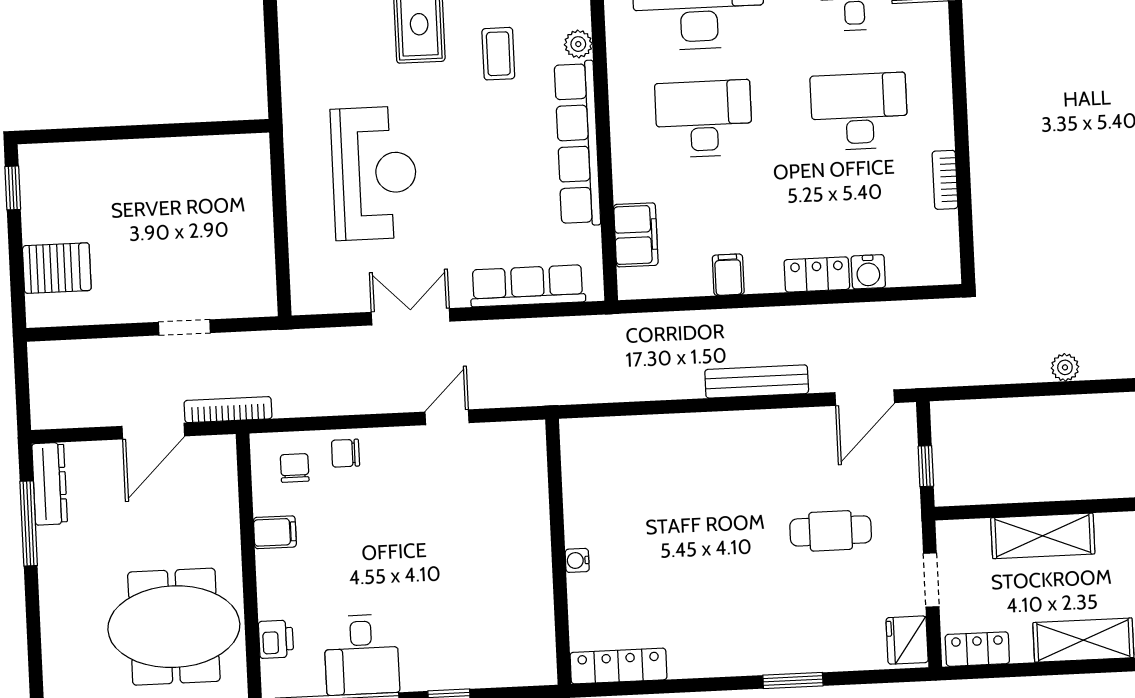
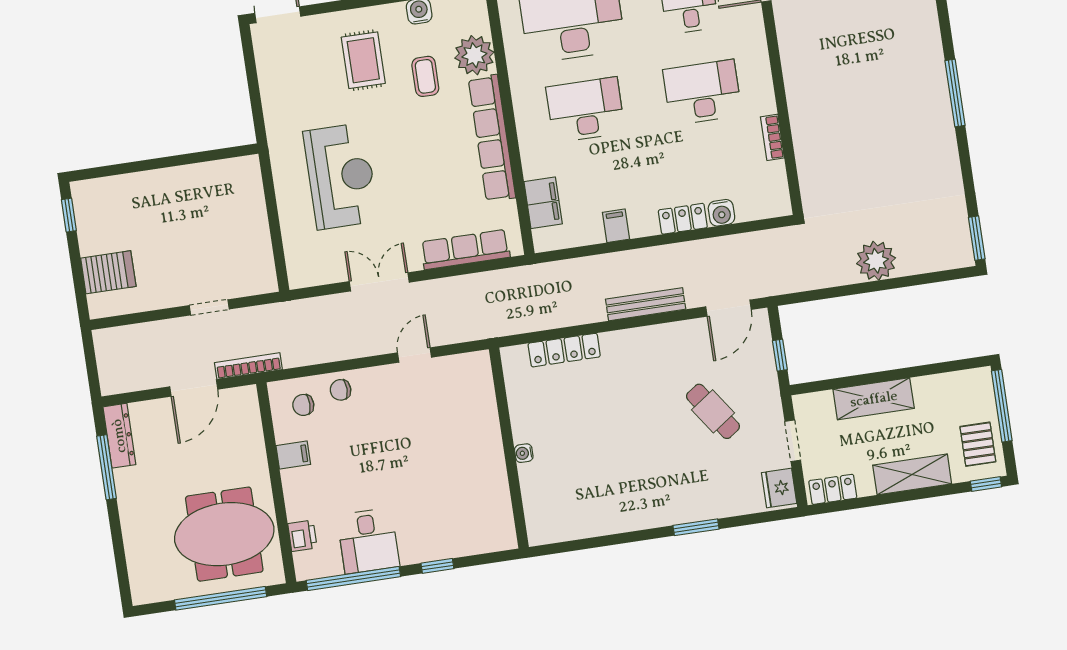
plant: (578, 44) -> (474, 55), width x1.88, depth x1.88
plant: (1065, 367) -> (876, 261), width x1.87, depth x1.87
chair: (295, 468) -> (303, 405), turned -90
cafe table: (831, 531) -> (713, 411), turned 55
locker: (618, 666) -> (564, 350), moved, turned 180

